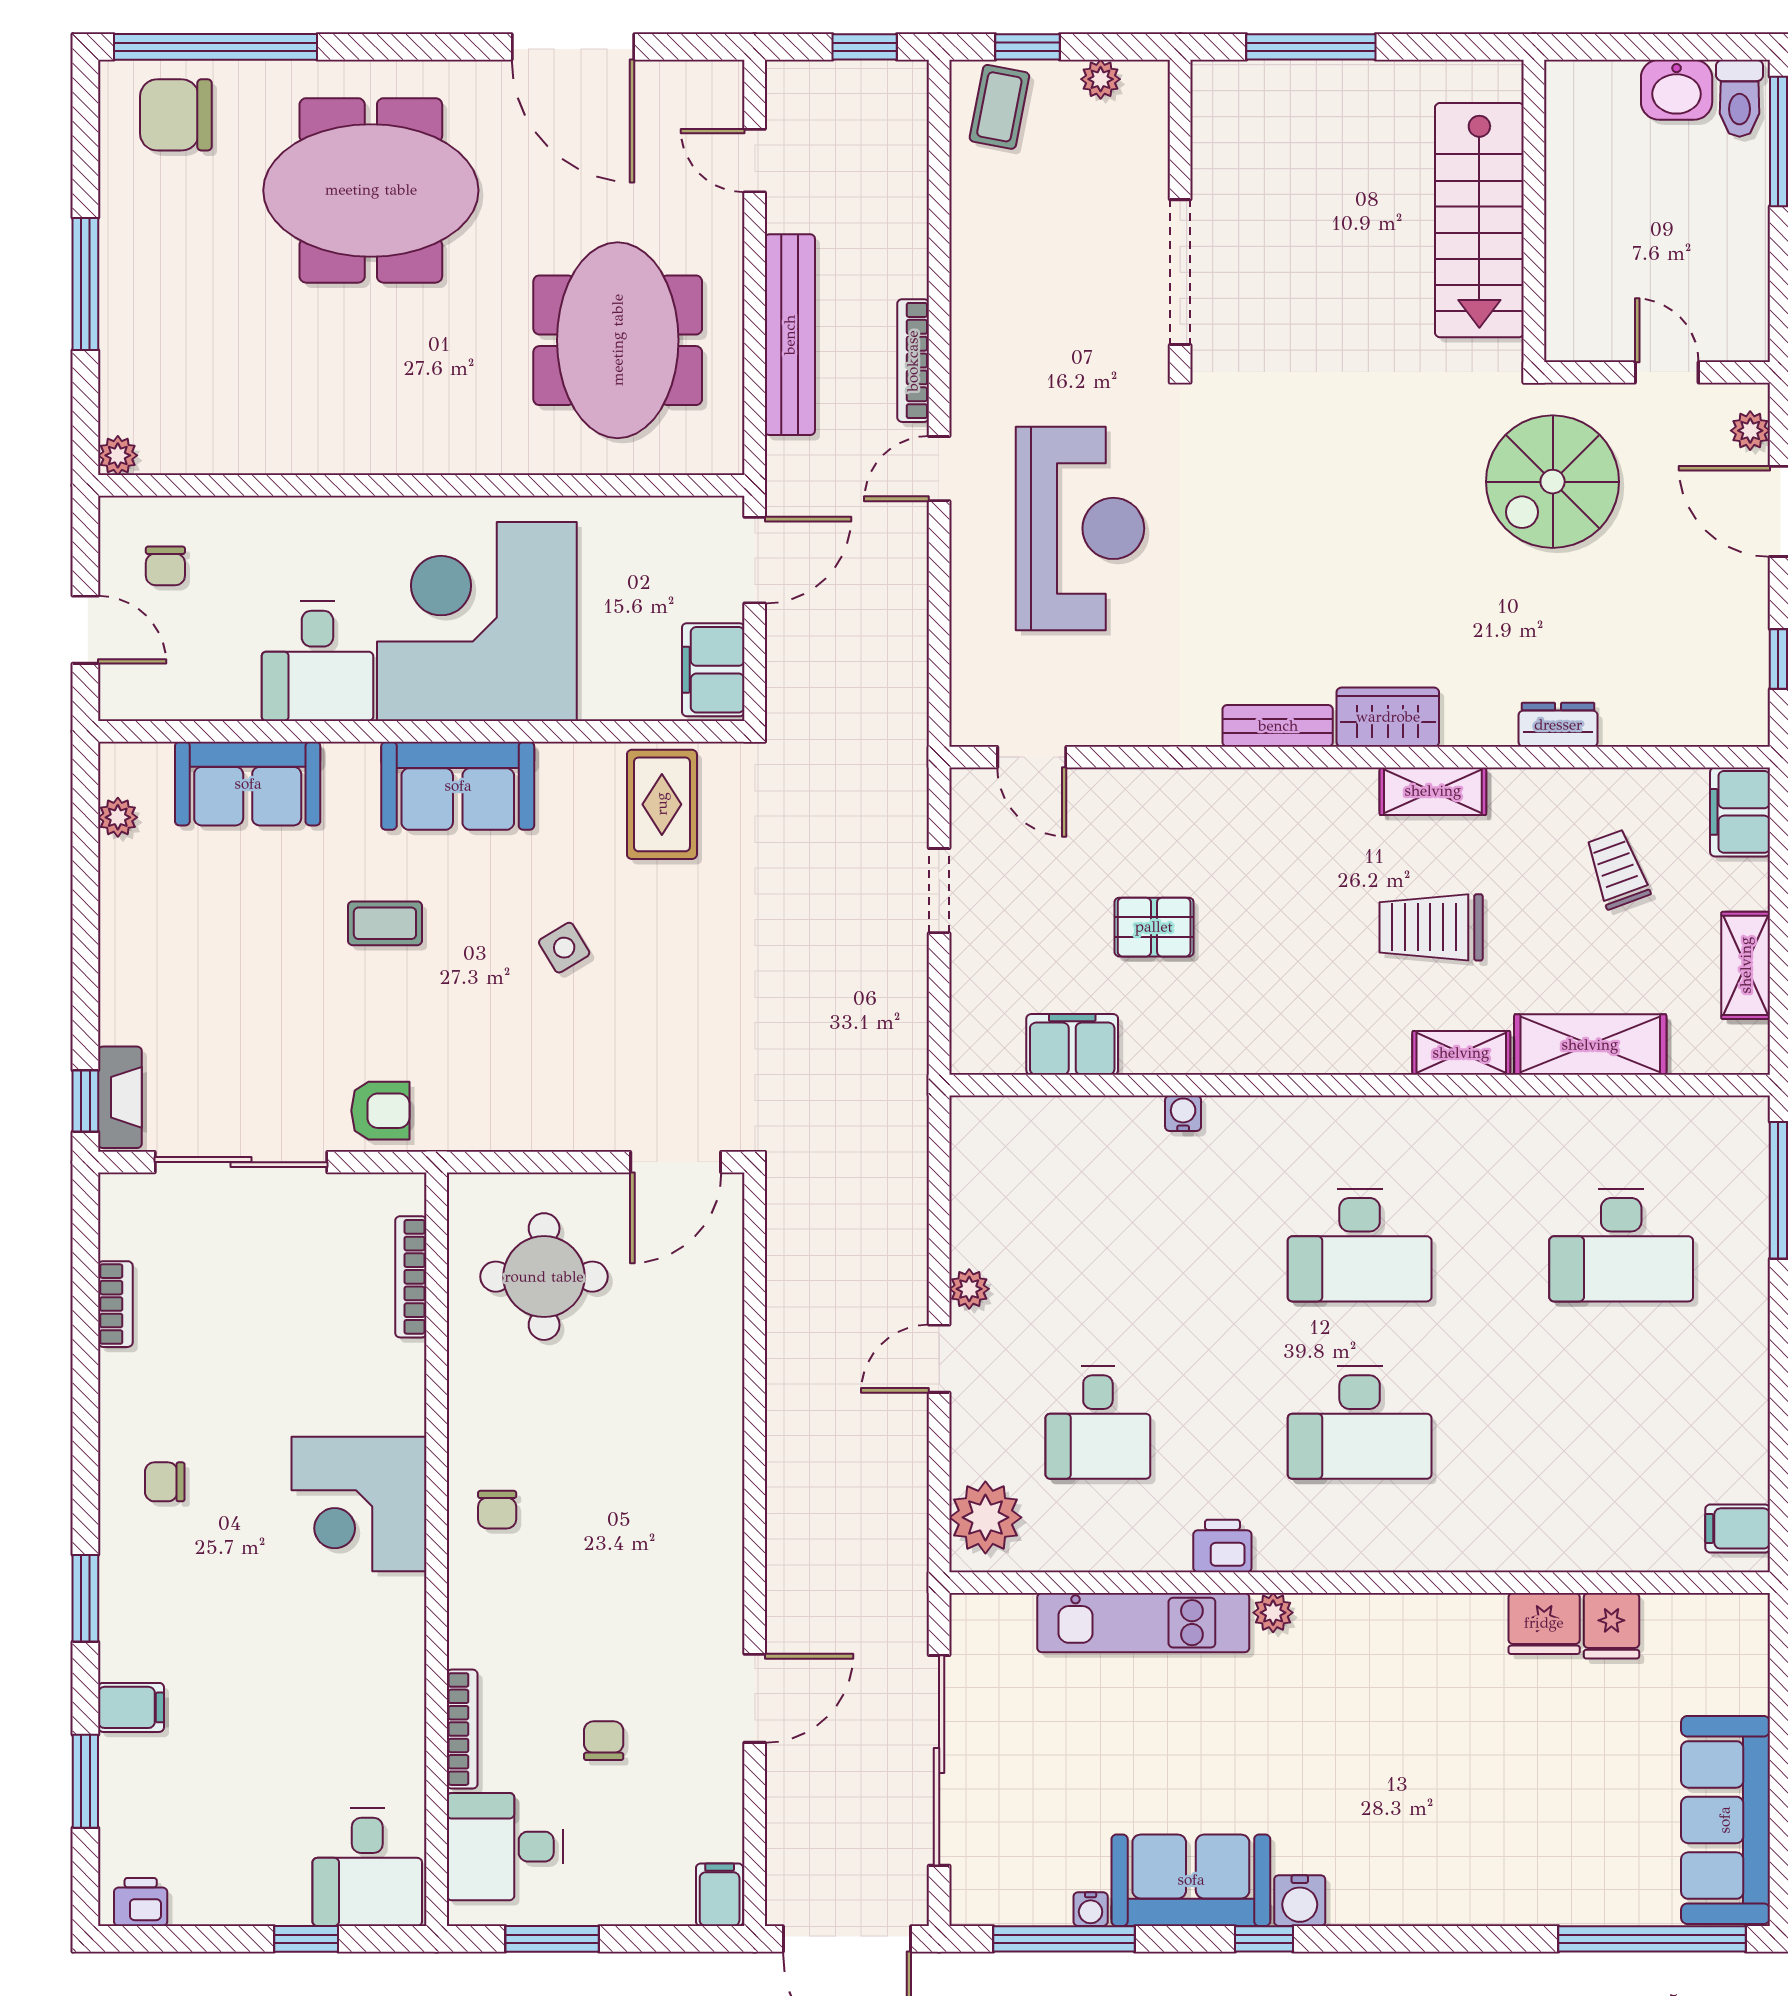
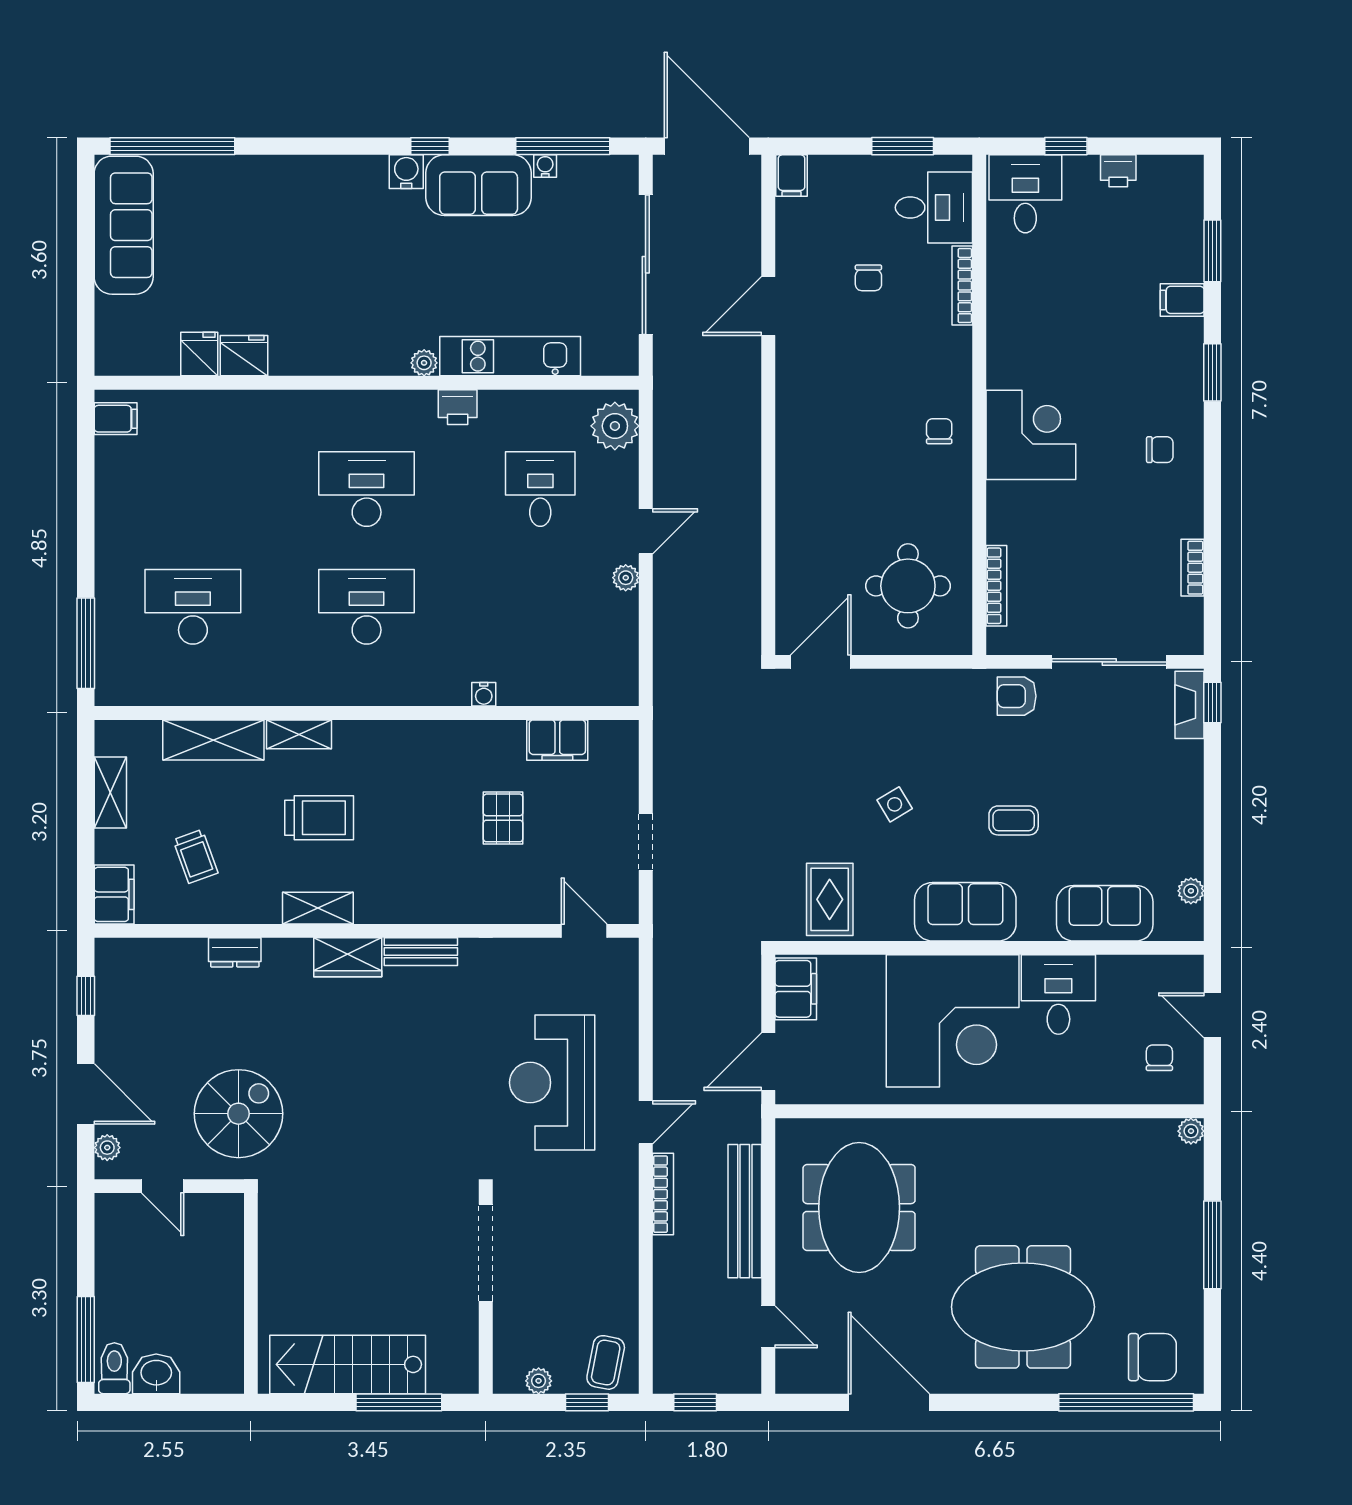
stairs: (1479, 220) -> (348, 1364), moved, turned -90
pallet: (1154, 927) -> (503, 818), turned 90
printer: (141, 1902) -> (1118, 171), moved

